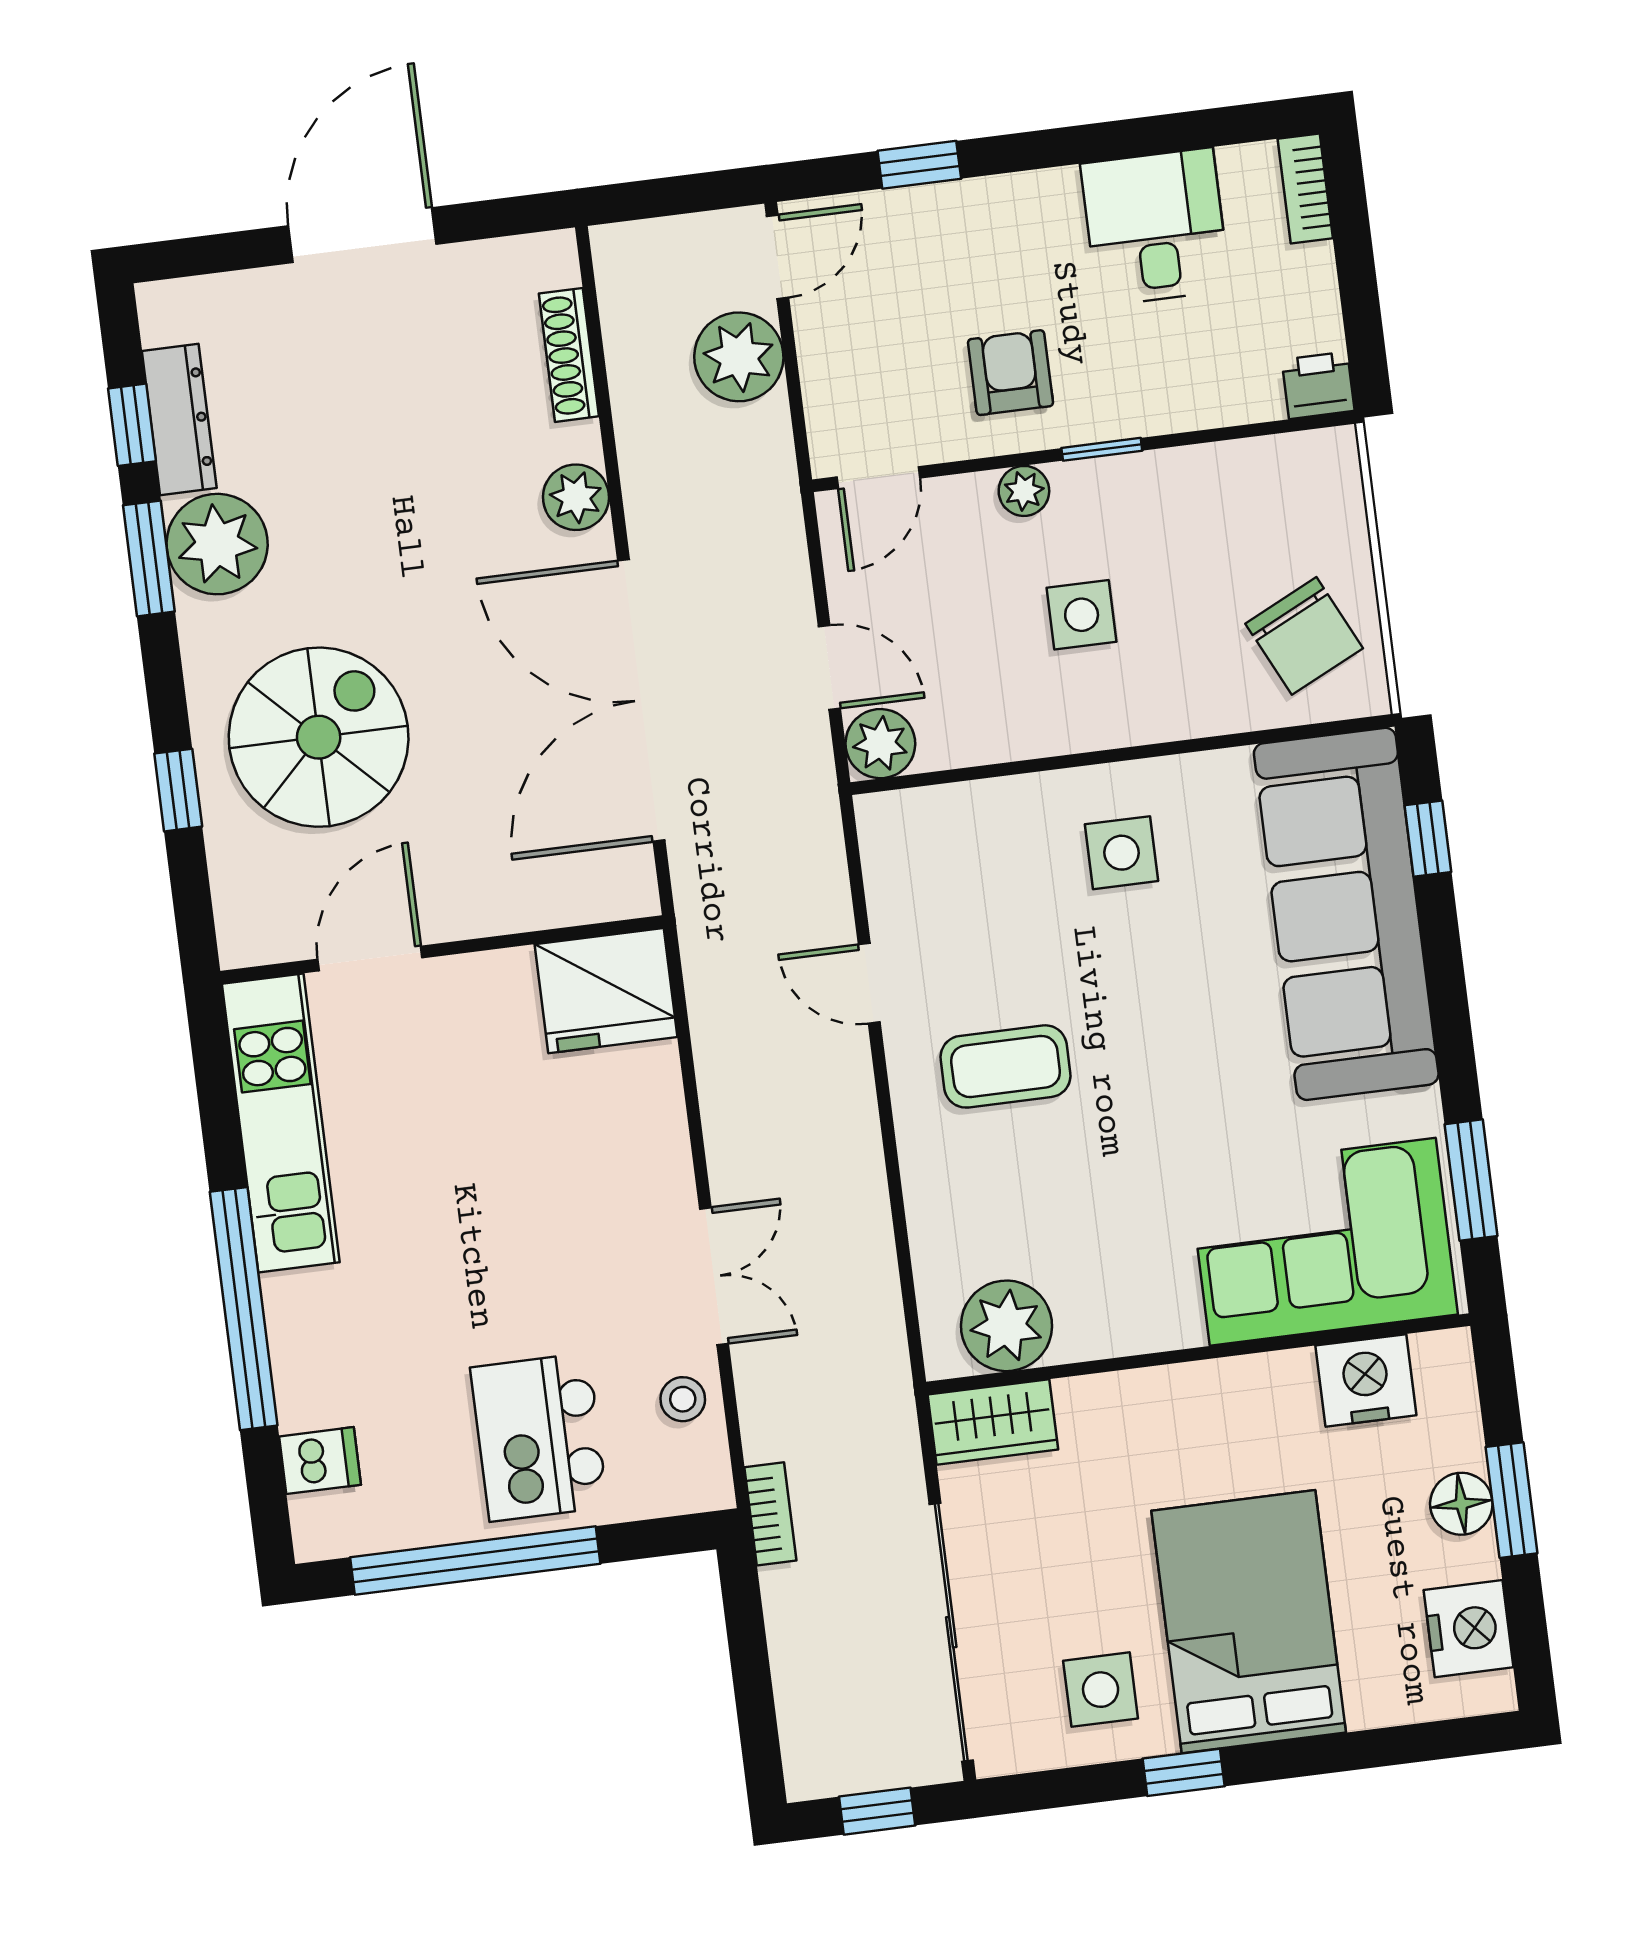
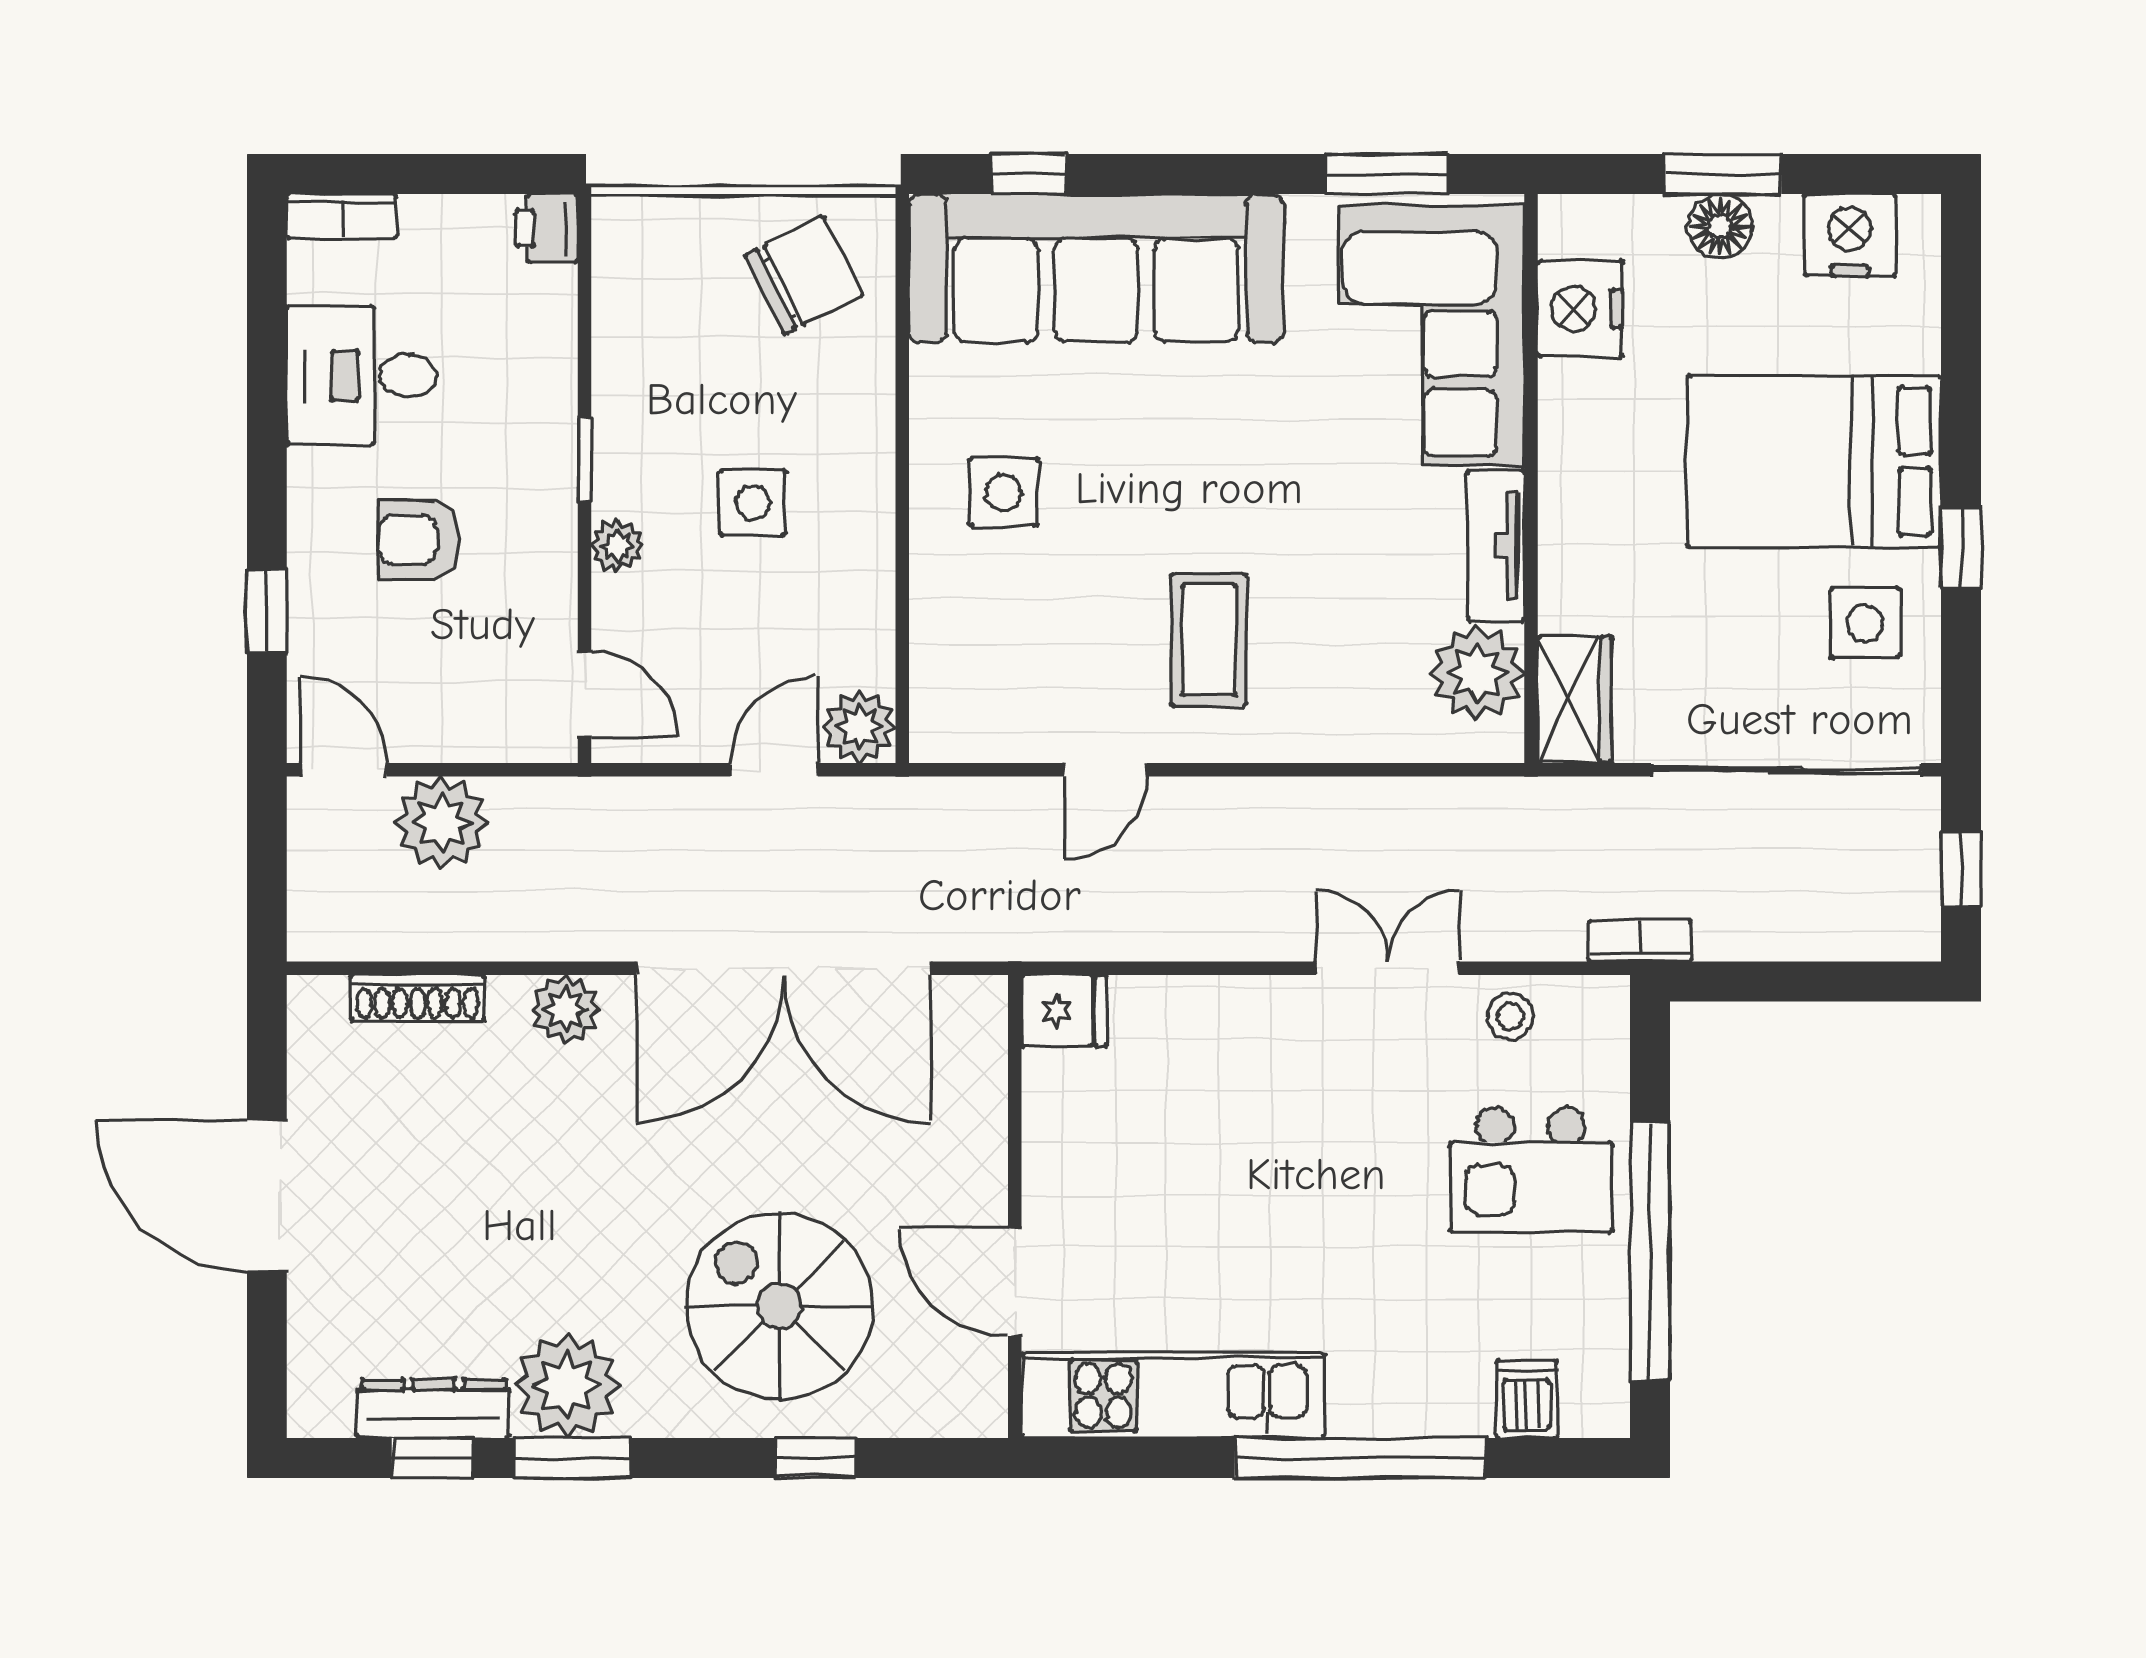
armchair: (1010, 373) -> (419, 540), moved
fridge: (606, 991) -> (1064, 1011), width x0.53, depth x0.75
tv unit: (1130, 1328) -> (1496, 545), added

